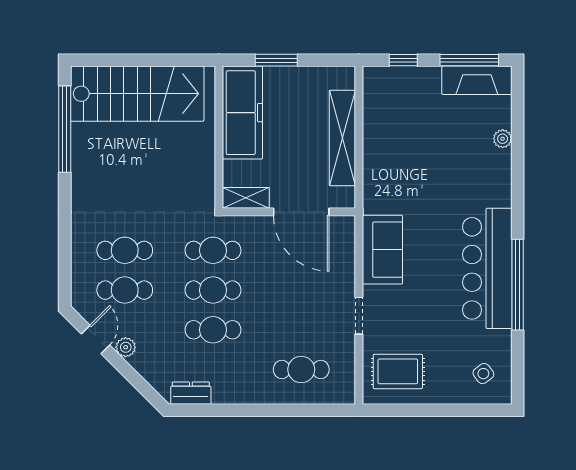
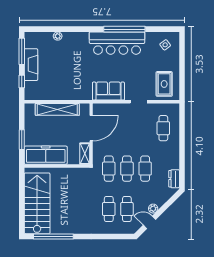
fireplace: (477, 80) -> (31, 65), moved

